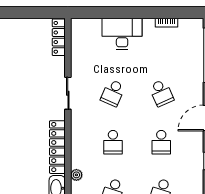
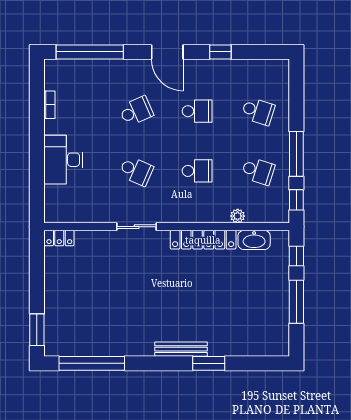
locker: (59, 37) -> (59, 238), width x0.66

